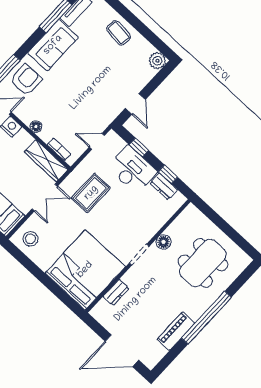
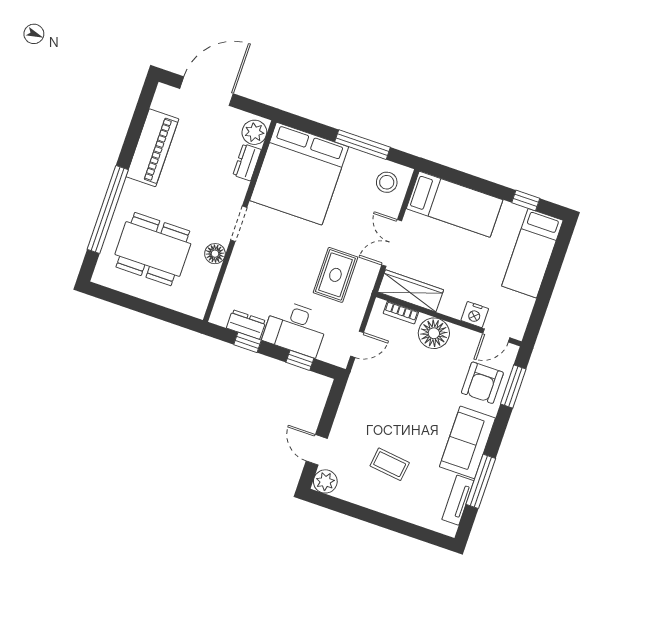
coffee table: (119, 33) -> (390, 464), moved
door: (135, 104) -> (317, 450), moved
floor lamp: (36, 127) -> (434, 333), width x1.89, depth x1.89
dining table: (203, 263) -> (153, 249), turned 90
window: (35, 271) -> (362, 145), added
plant: (103, 310) -> (254, 132), added
window: (206, 318) -> (108, 210), moved
piano: (176, 331) -> (152, 148), width x1.37, depth x1.33

